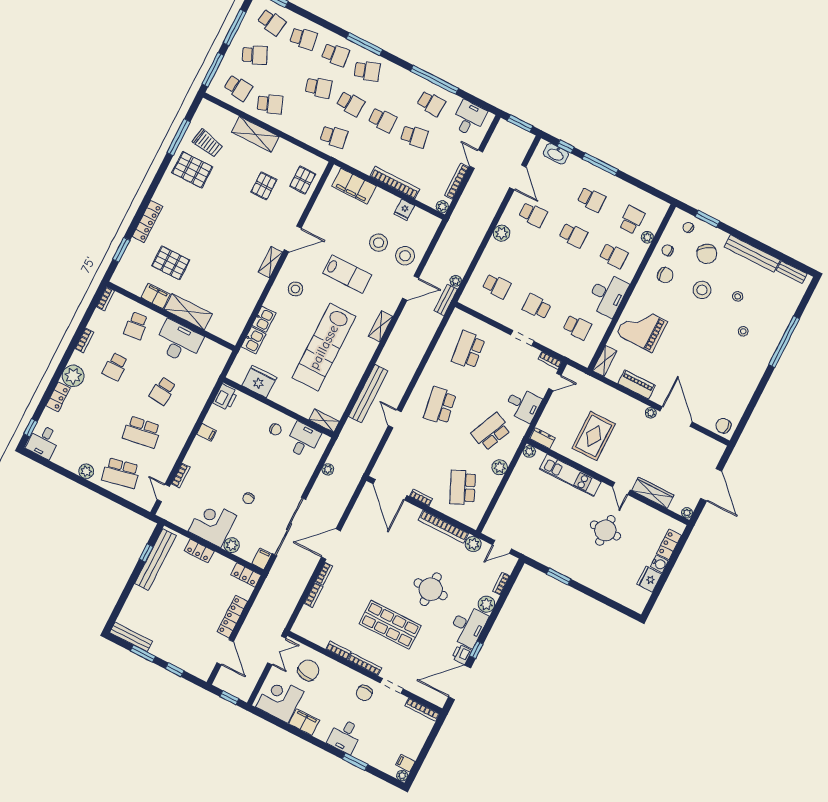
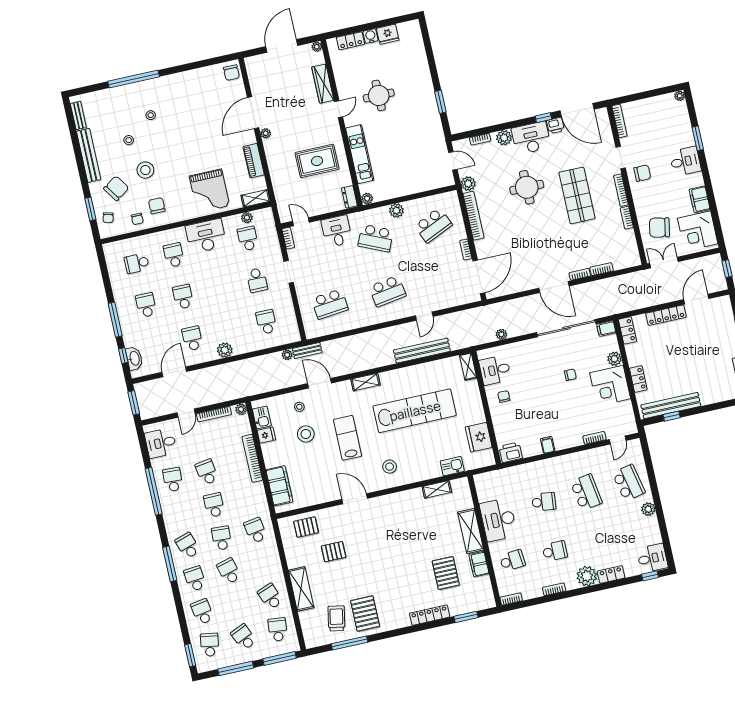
plant: (647, 237) -> (247, 218), moved
stool: (405, 256) -> (299, 407), width x0.53, depth x0.53
shelving: (270, 262) -> (437, 489), moved
kitchen sink: (264, 319) -> (262, 417), moved, turned 90
filing cabinet: (406, 763) -> (669, 101), removed

